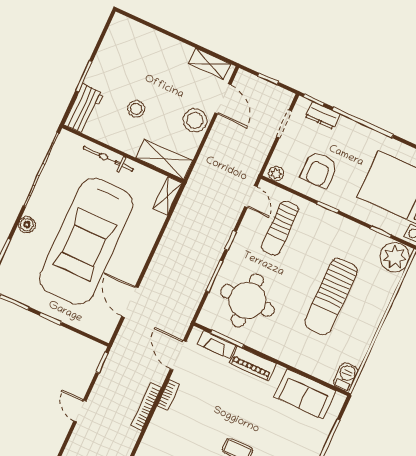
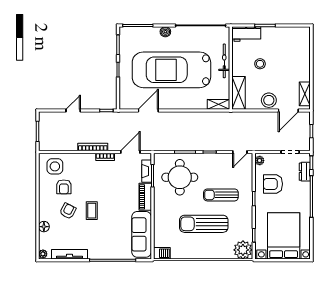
sun lounger: (280, 228) -> (221, 195), moved
sofa: (305, 394) -> (142, 234), width x1.36

